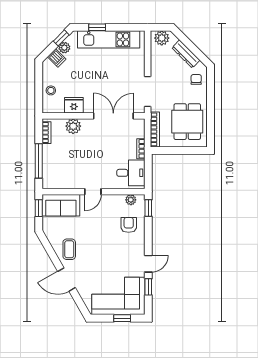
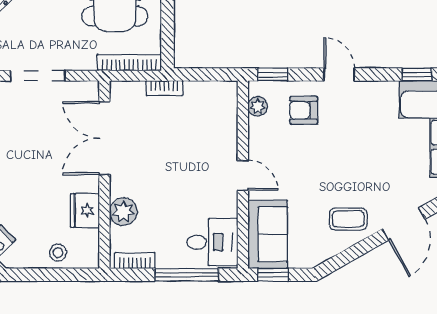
doorway: (148, 91) -> (38, 76), moved
desk: (131, 173) -> (212, 242), moved, turned 90
door: (148, 264) -> (339, 75), moved

